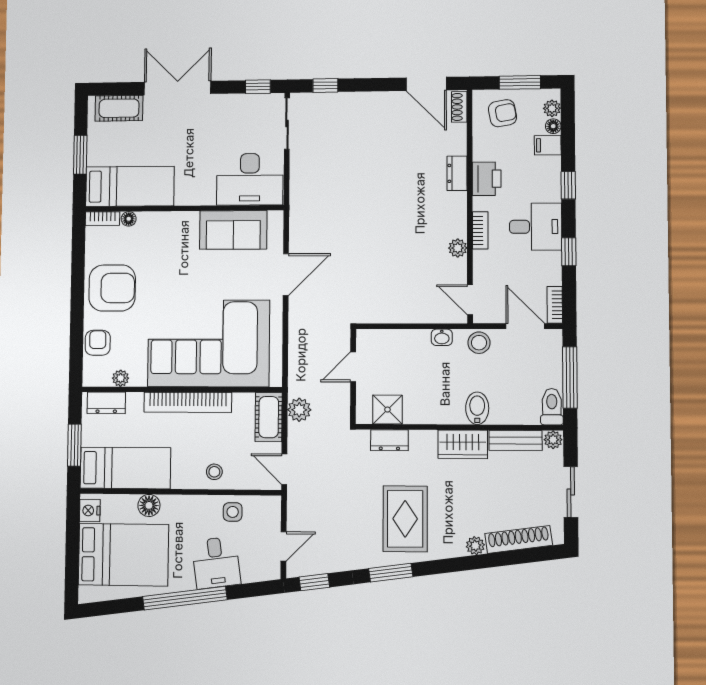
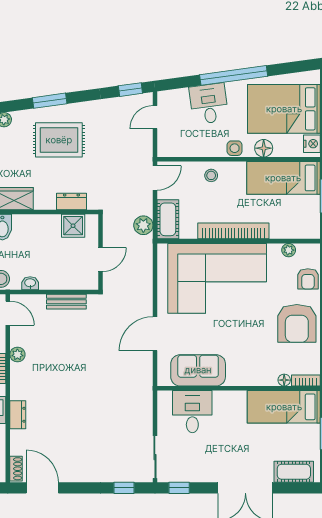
desk: (250, 179) -> (192, 412), width x0.73
armchair: (112, 288) -> (297, 323), turned -90
bench: (396, 314) -> (66, 302), added
dresser: (106, 403) -> (300, 230), removed
door: (284, 469) -> (155, 178), hinge flipped
side table: (233, 512) -> (235, 148), moved
rug: (405, 519) -> (59, 140), turned 90
window: (391, 573) -> (50, 101), moved

